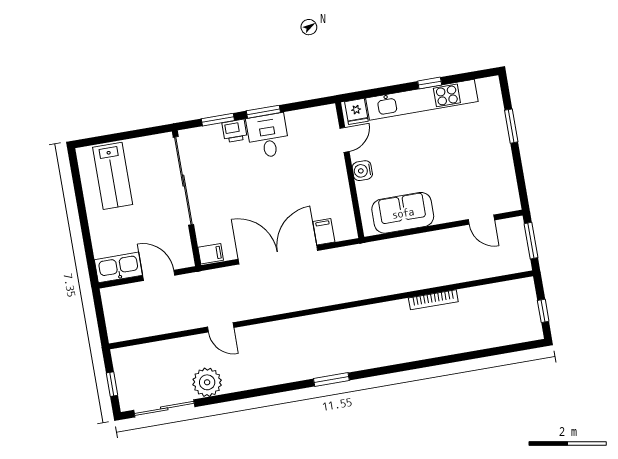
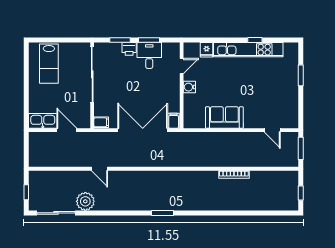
door: (344, 140) -> (182, 66), moved
wall: (350, 170) -> (182, 85), moved
water cooler: (362, 171) -> (189, 87), moved

